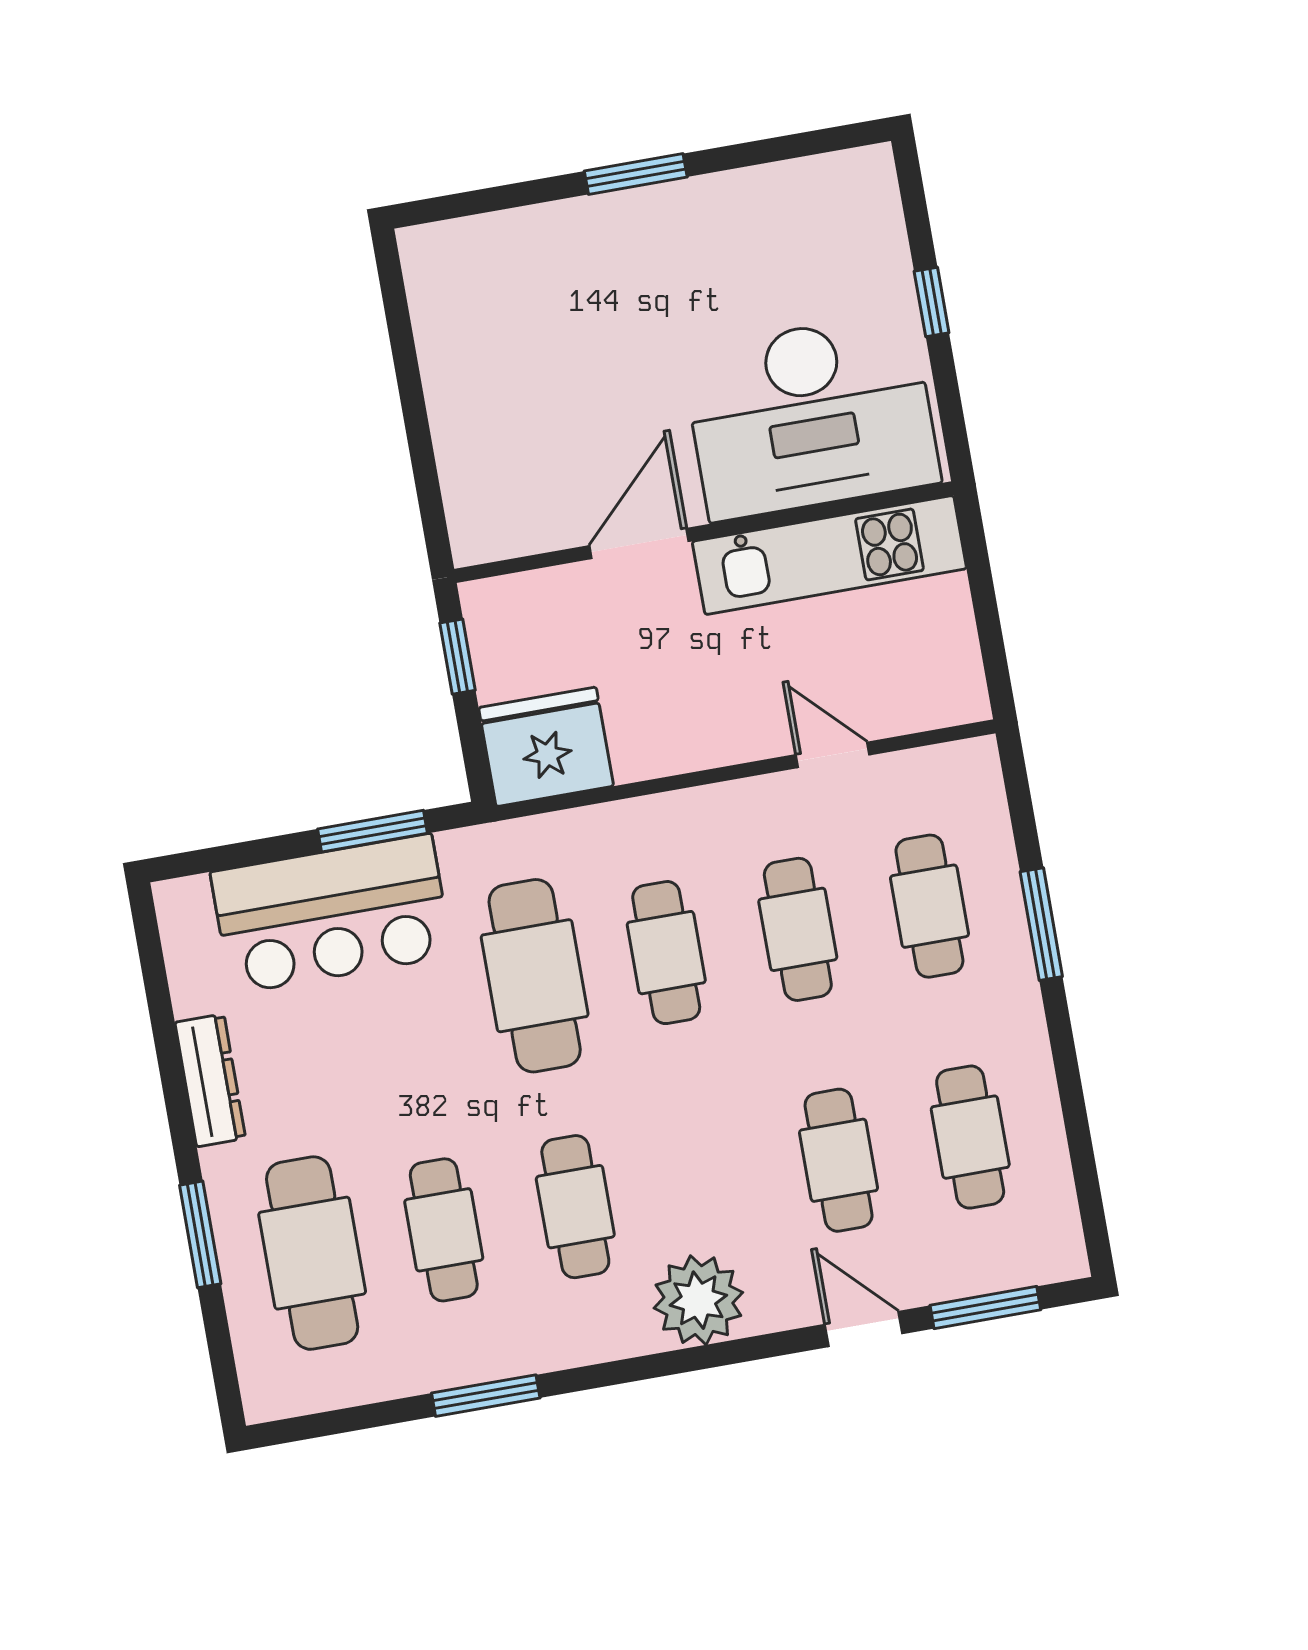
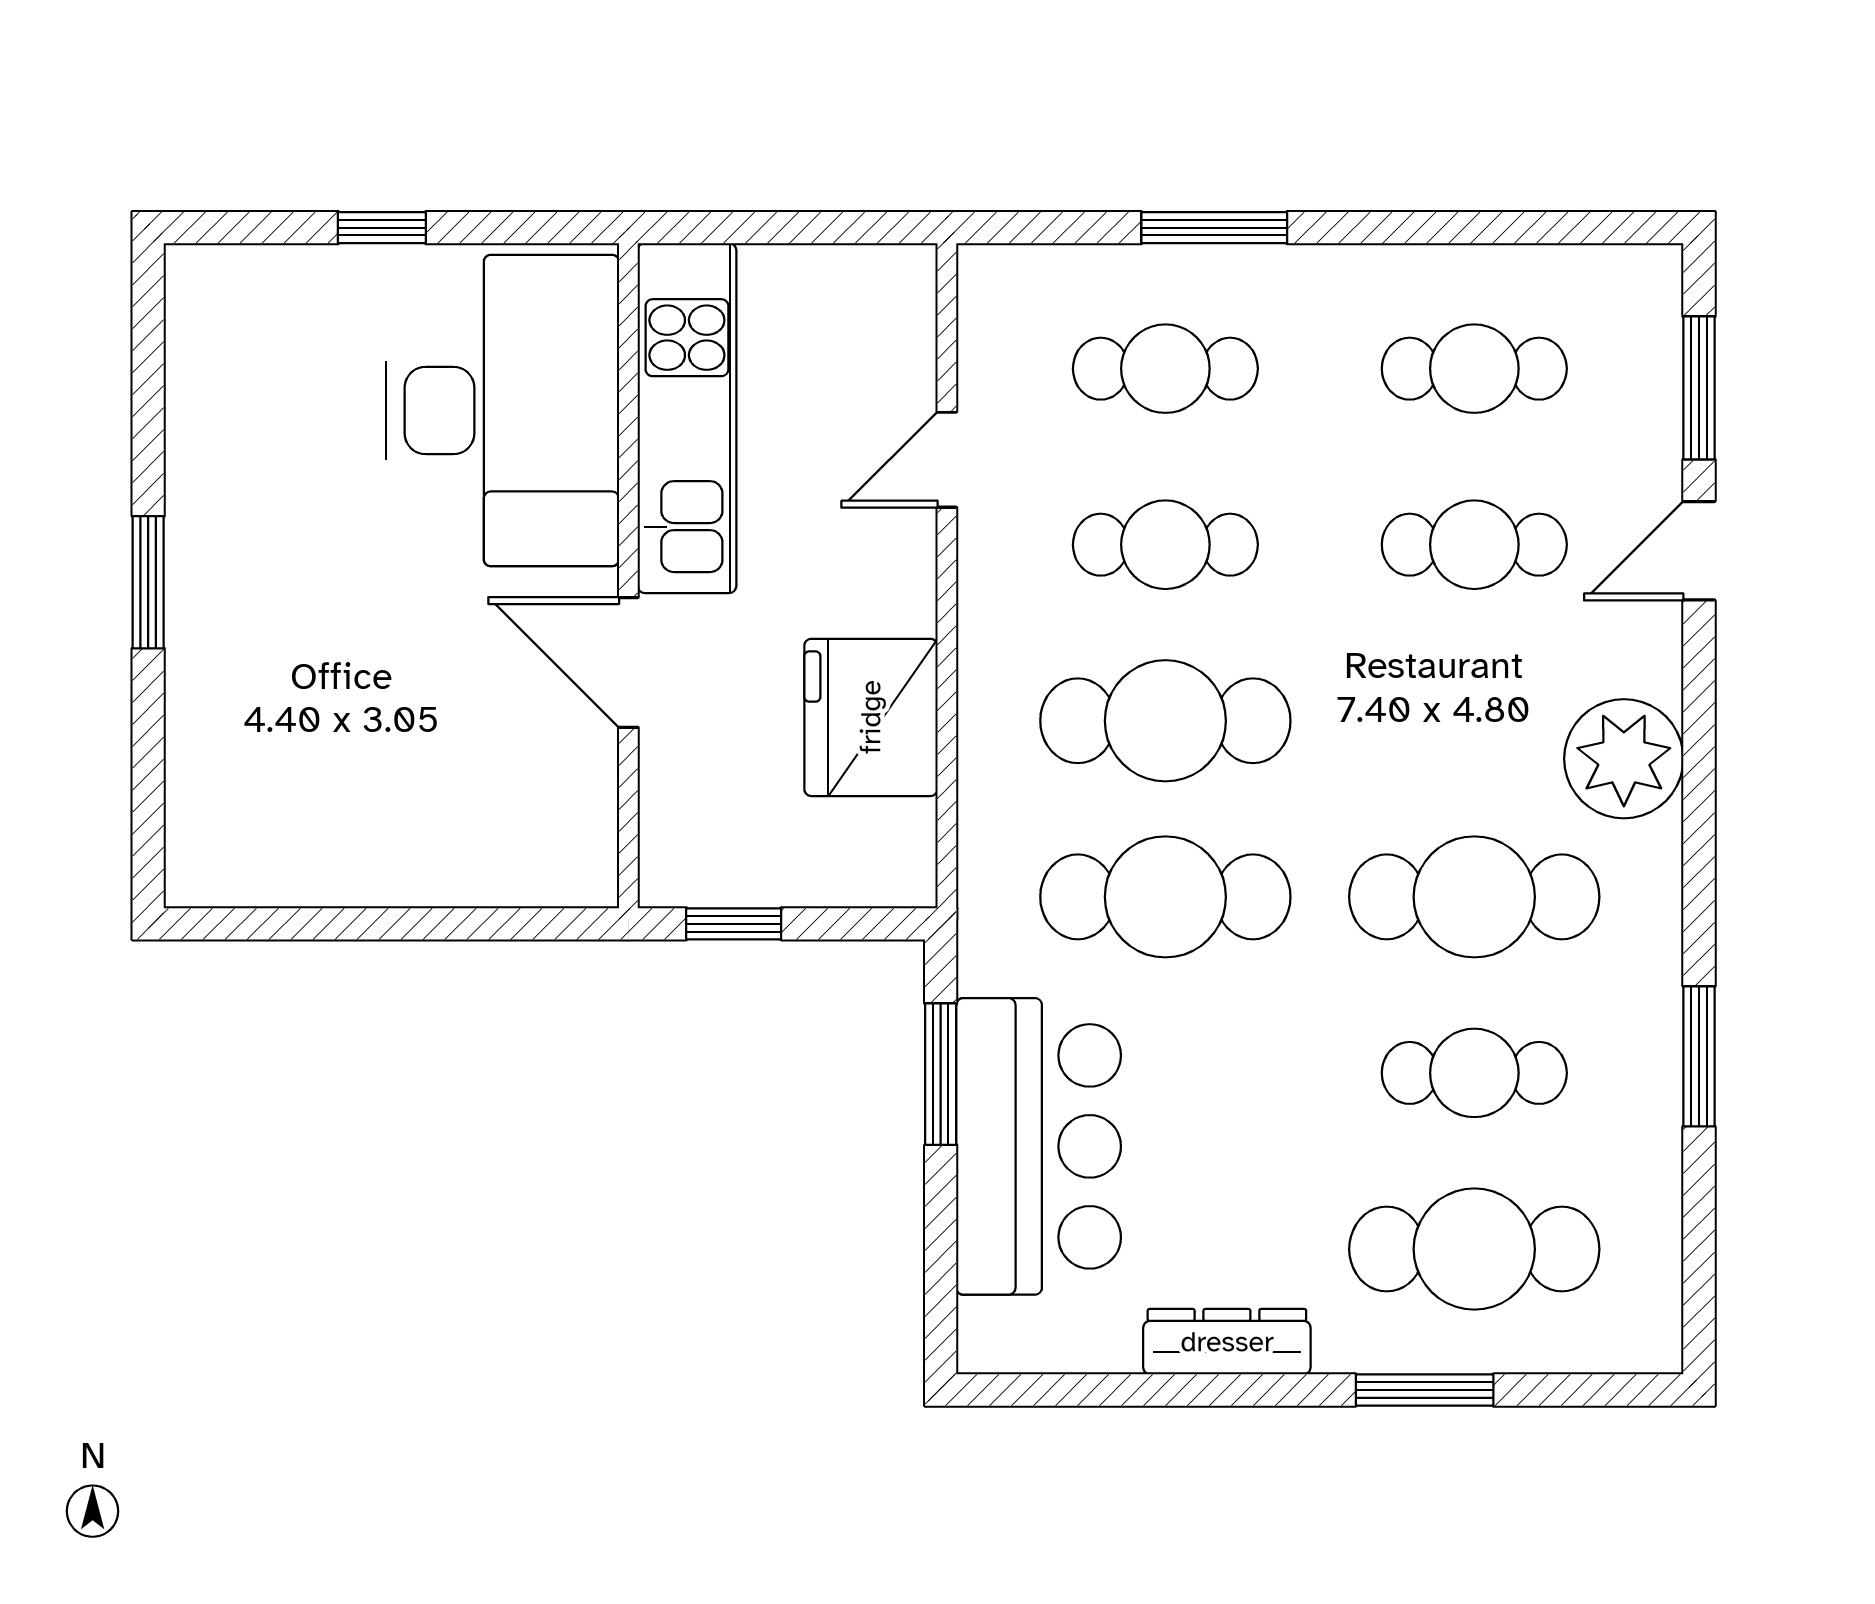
fridge: (546, 747) -> (871, 717), moved
cafe table: (666, 953) -> (1165, 721), width x1.37, depth x1.35
cafe table: (575, 1207) -> (1474, 897), width x1.37, depth x1.35

